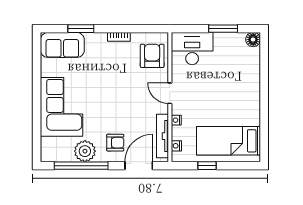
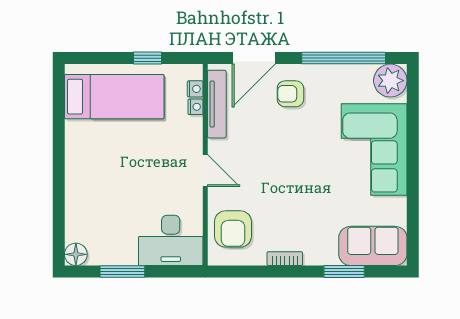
nightstand: (176, 120) -> (195, 107), moved
plant: (85, 151) -> (390, 81), moved

